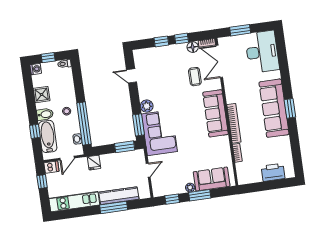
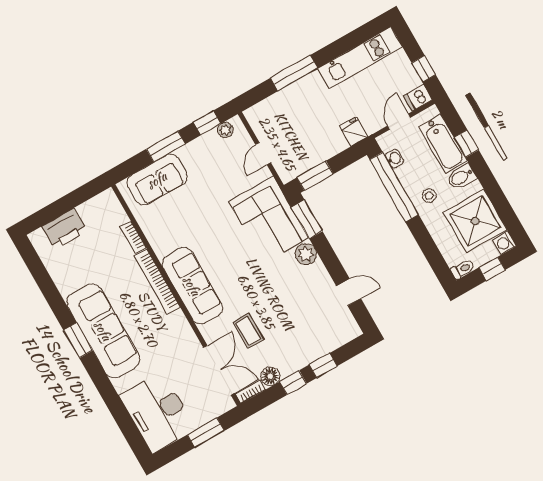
shower: (42, 95) -> (475, 221), width x1.86, depth x1.86
plant: (190, 188) -> (225, 130), moved
kitchen counter: (119, 196) -> (293, 95), removed

